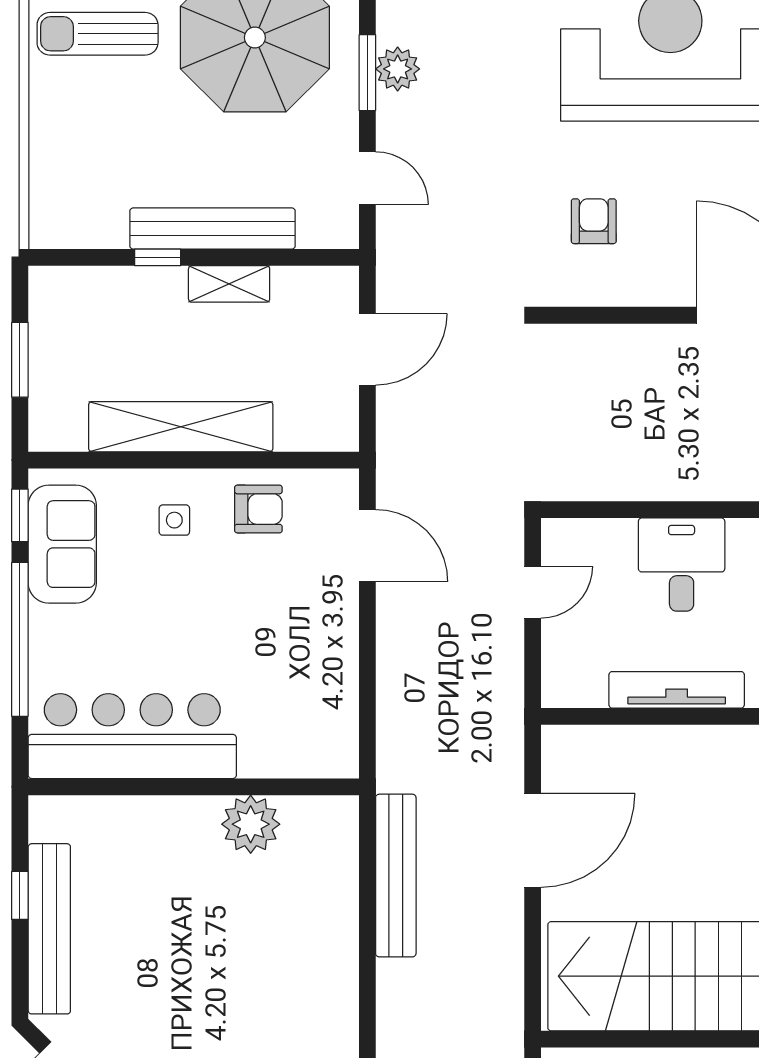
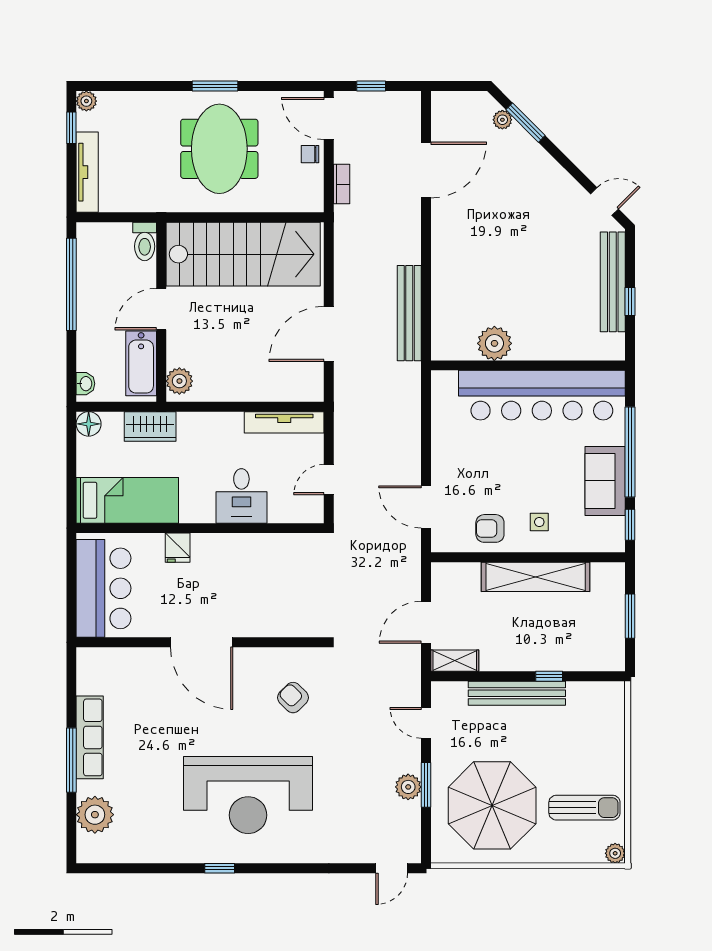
armchair: (594, 221) -> (293, 698), turned 135
shelving: (229, 284) -> (455, 661), moved
sofa: (62, 544) -> (605, 481), moved
tv unit: (677, 690) -> (284, 422), moved
bar counter: (132, 736) -> (542, 395), width x1.36

